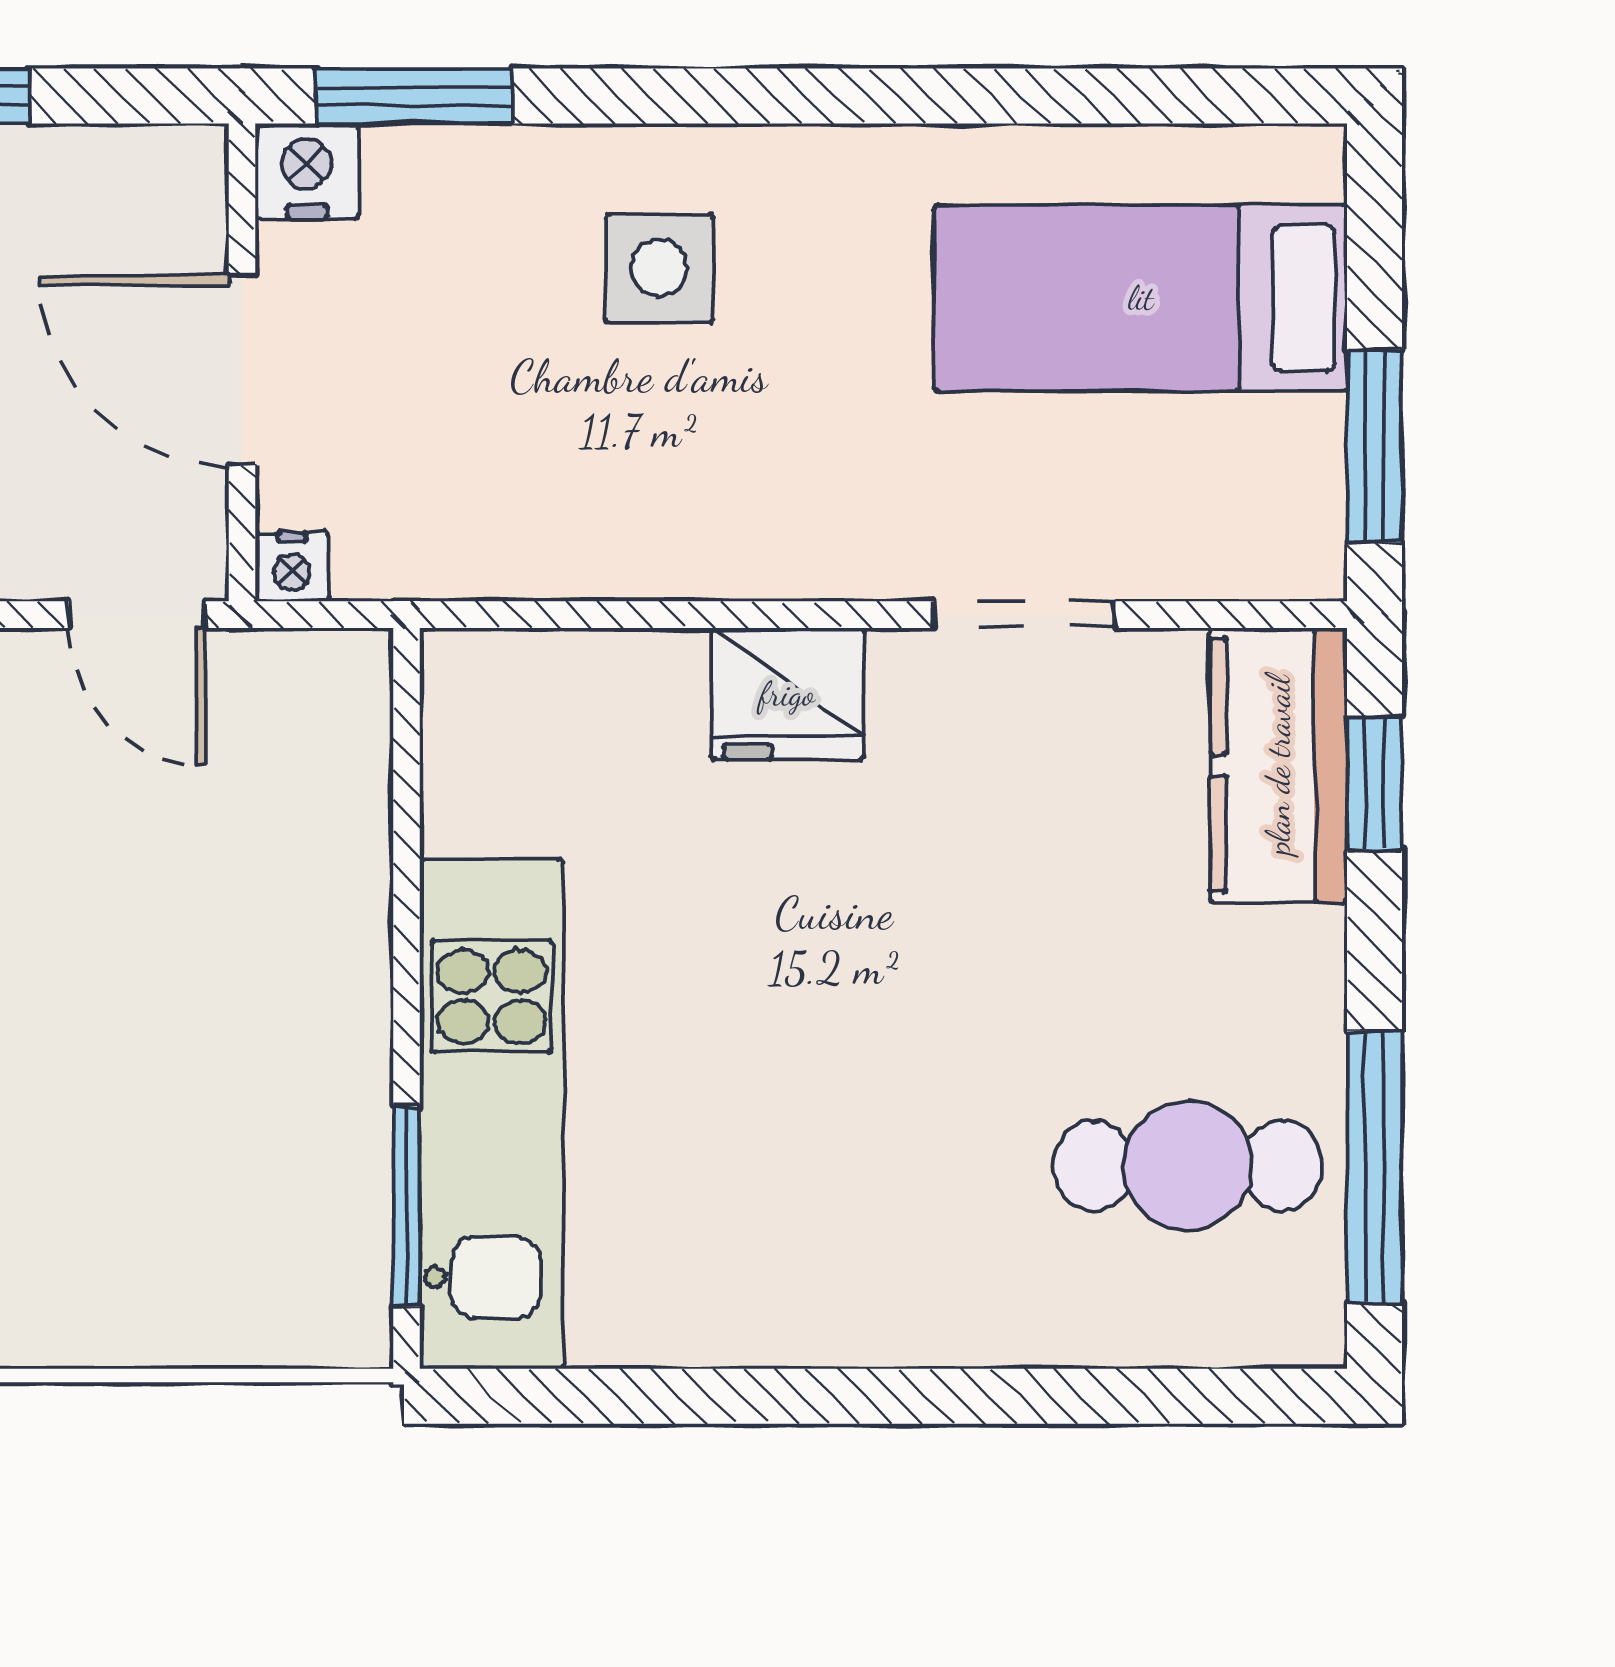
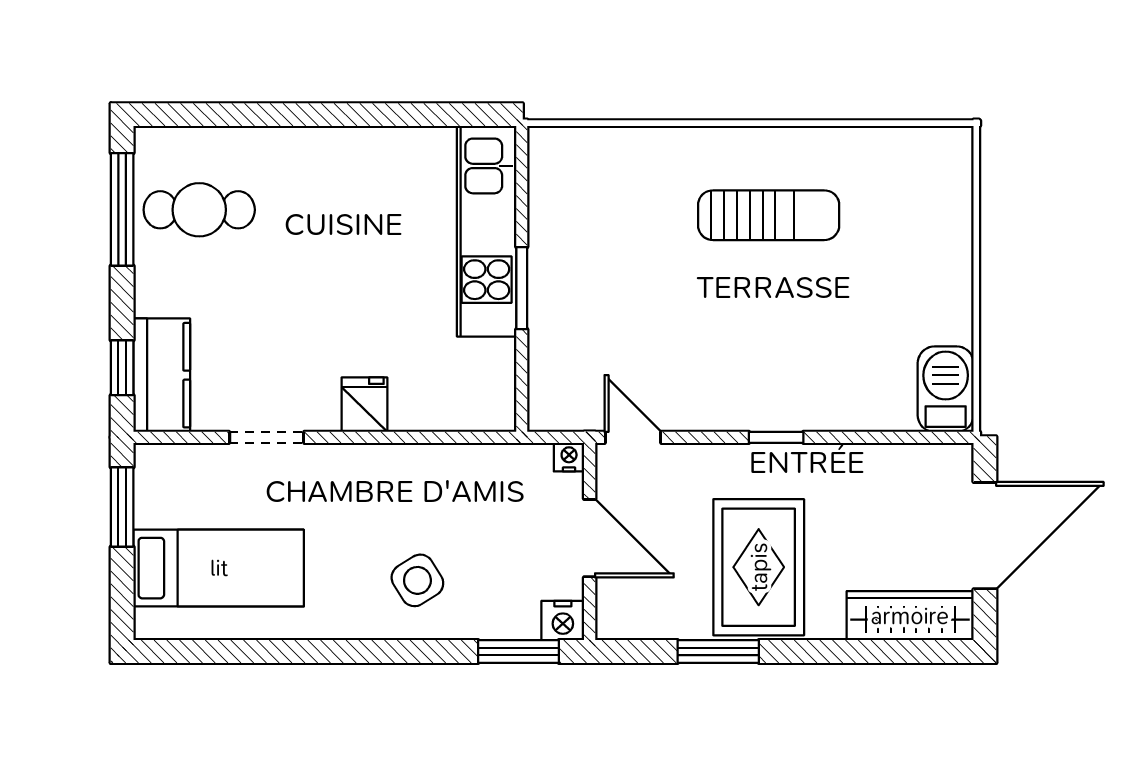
side table: (659, 268) -> (417, 580), turned -32
fridge: (787, 694) -> (364, 405), width x0.72
window: (406, 1207) -> (522, 288), moved

